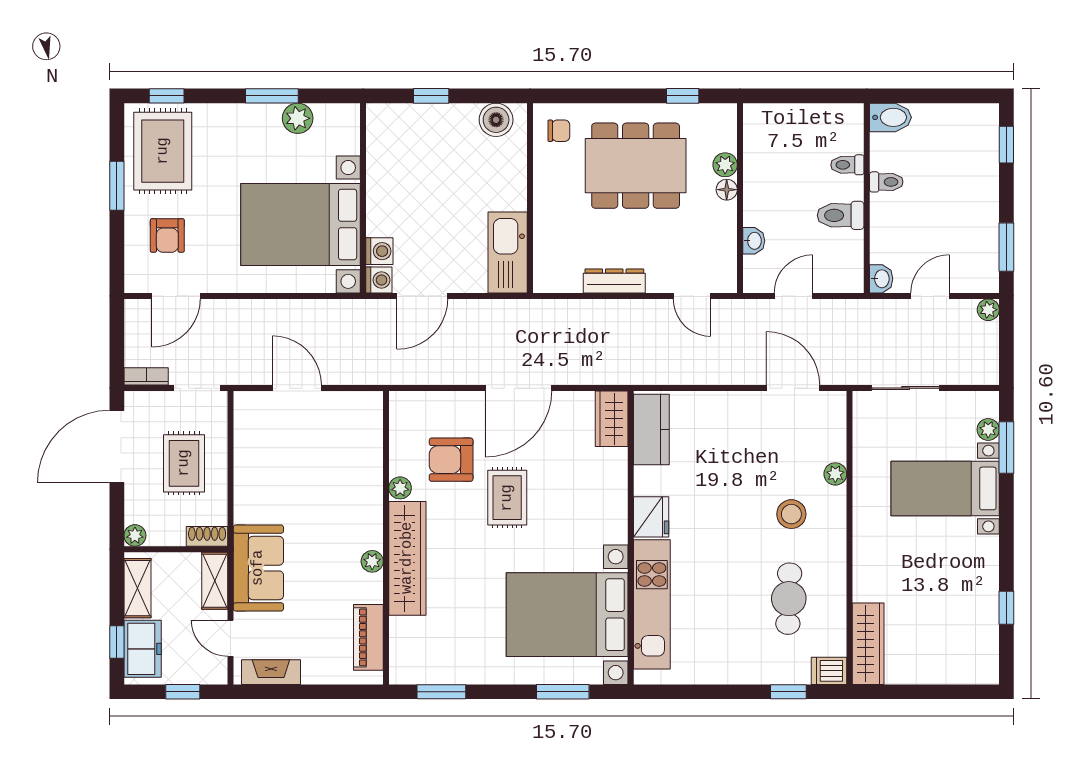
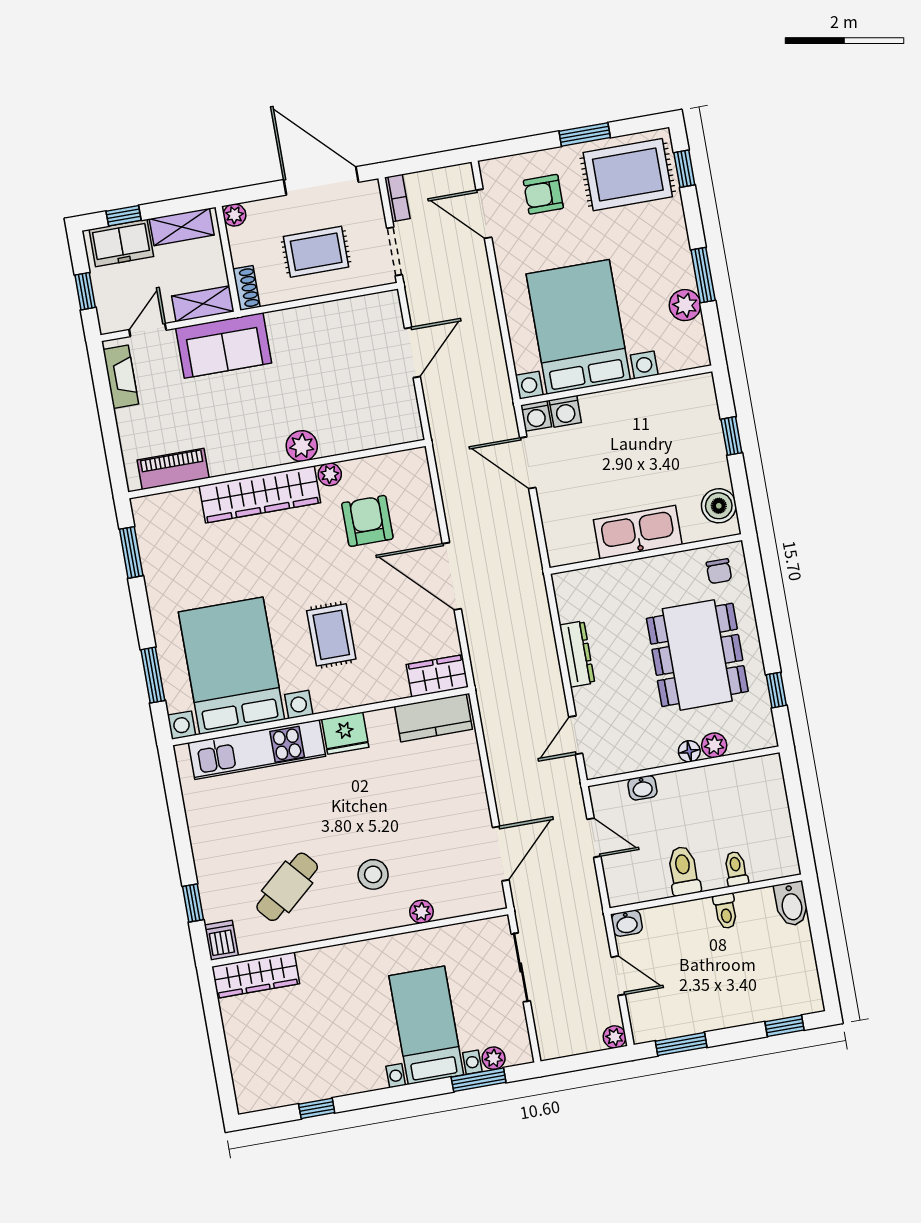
kitchen sink: (508, 252) -> (638, 532), moved
rug: (507, 498) -> (331, 635), moved, turned 90
plant: (372, 561) -> (302, 446), moved, width x1.38, depth x1.38
cafe table: (789, 599) -> (287, 887), turned -43

